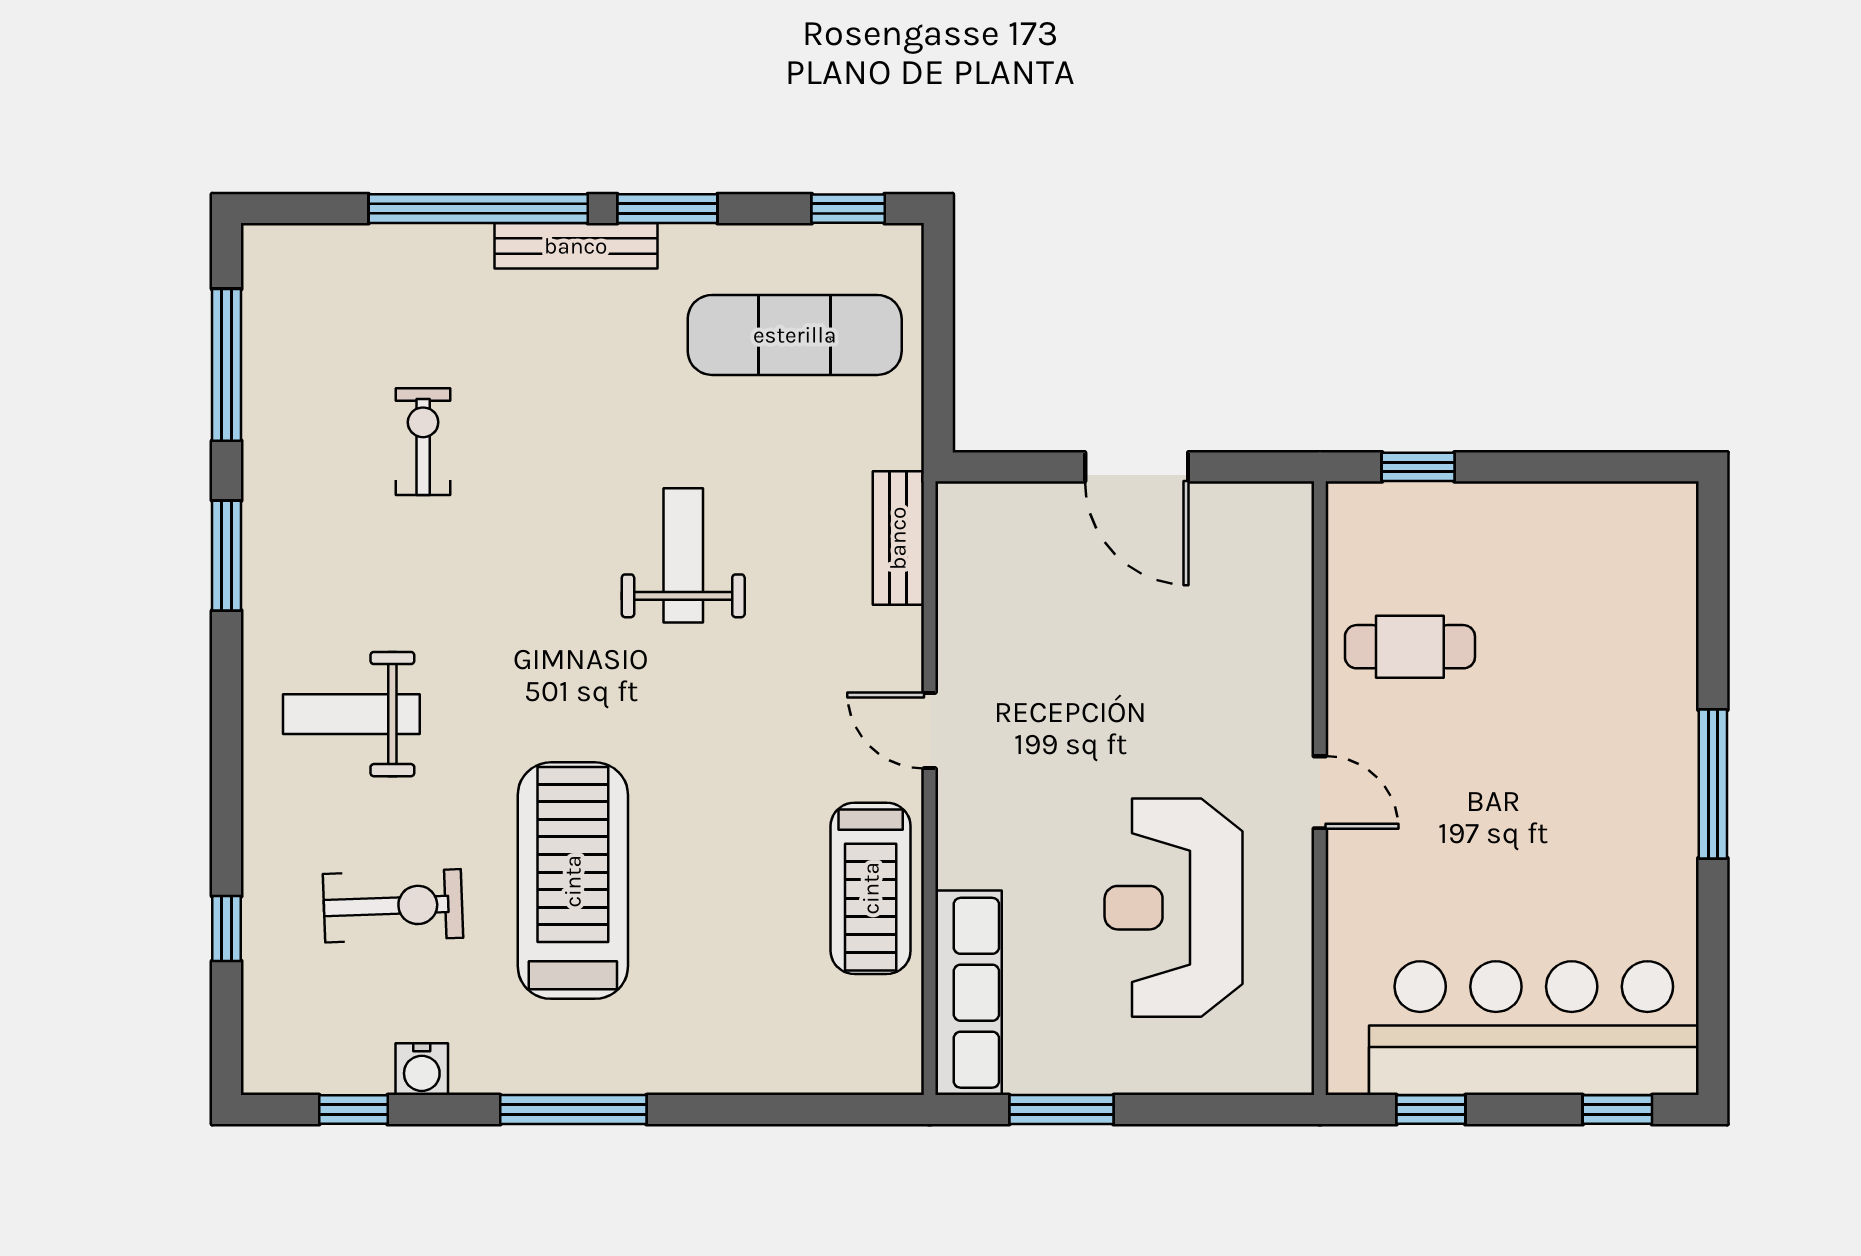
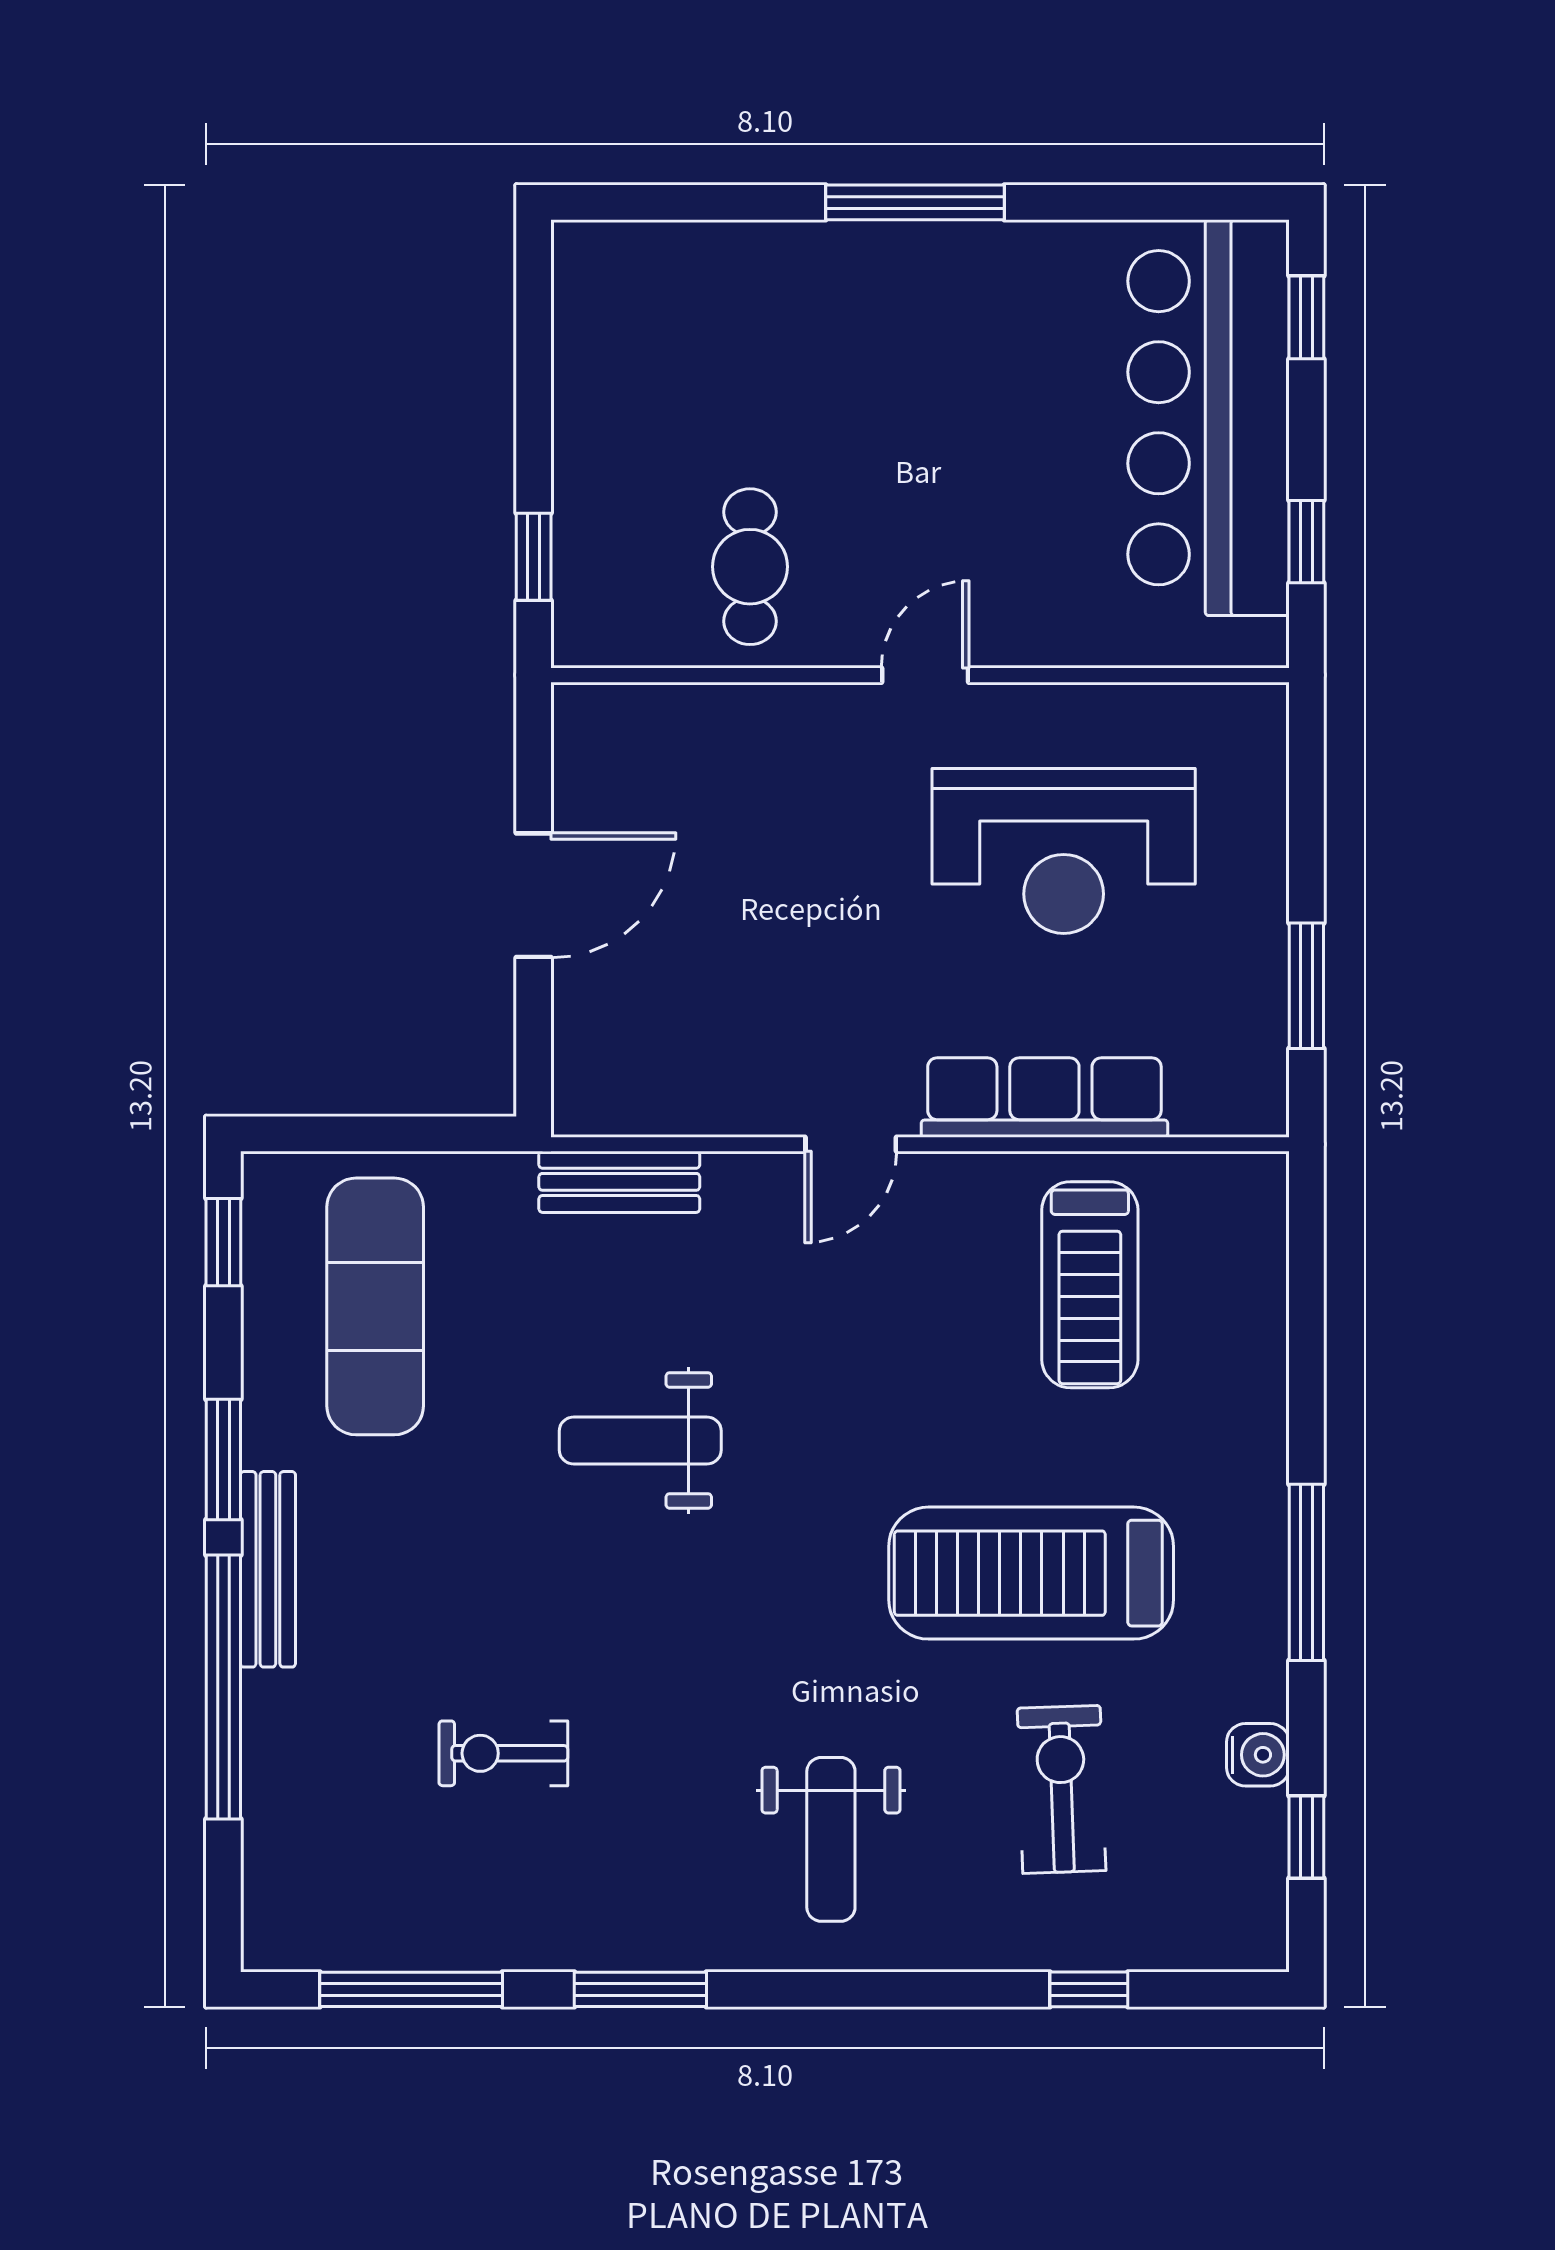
treadmill: (871, 888) -> (1090, 1285), moved, turned 90
row of seats: (968, 993) -> (1044, 1098), moved

